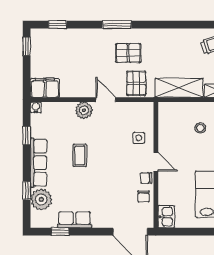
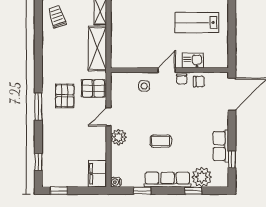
stool: (200, 128) -> (135, 29), removed
kitchen sink: (166, 217) -> (193, 60), moved

